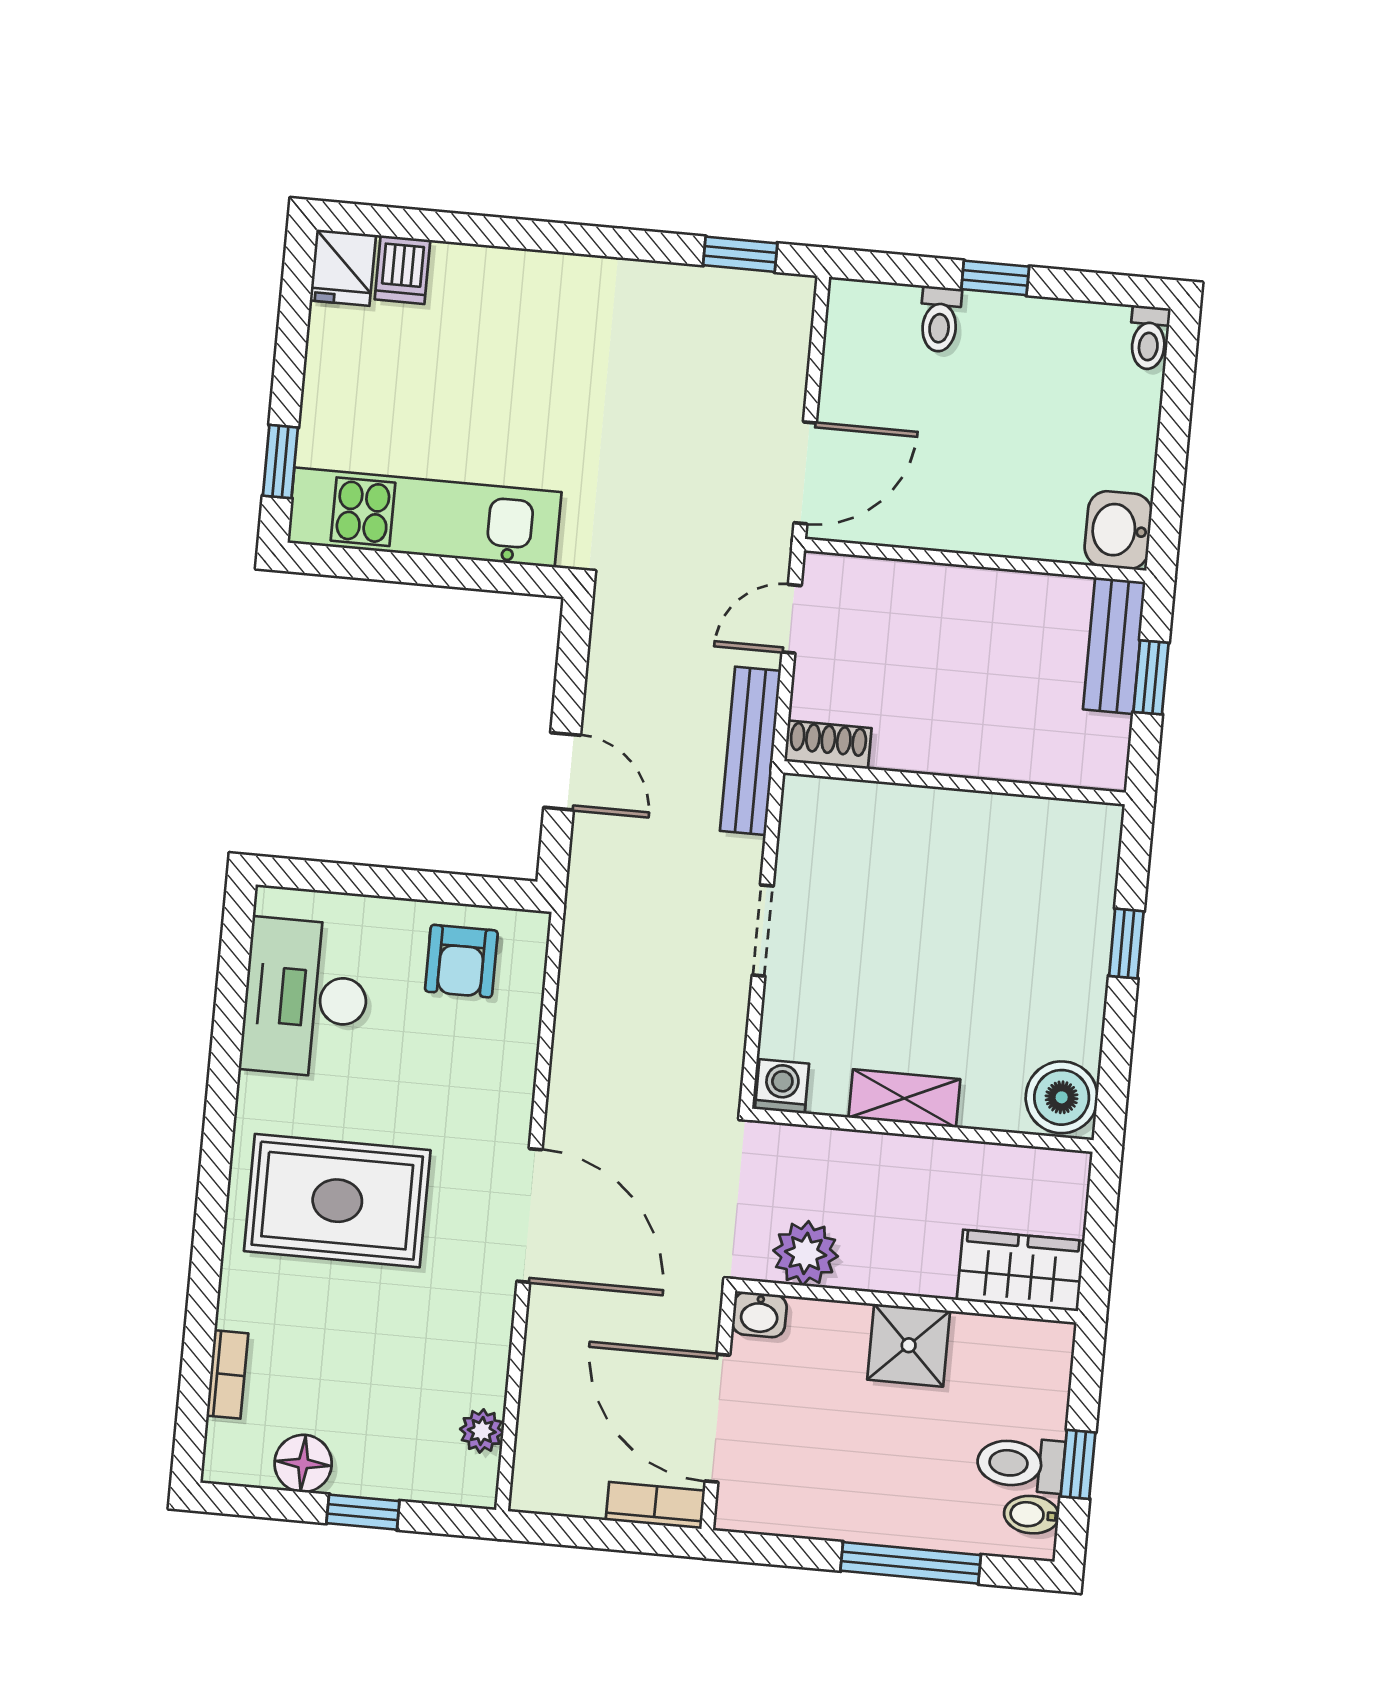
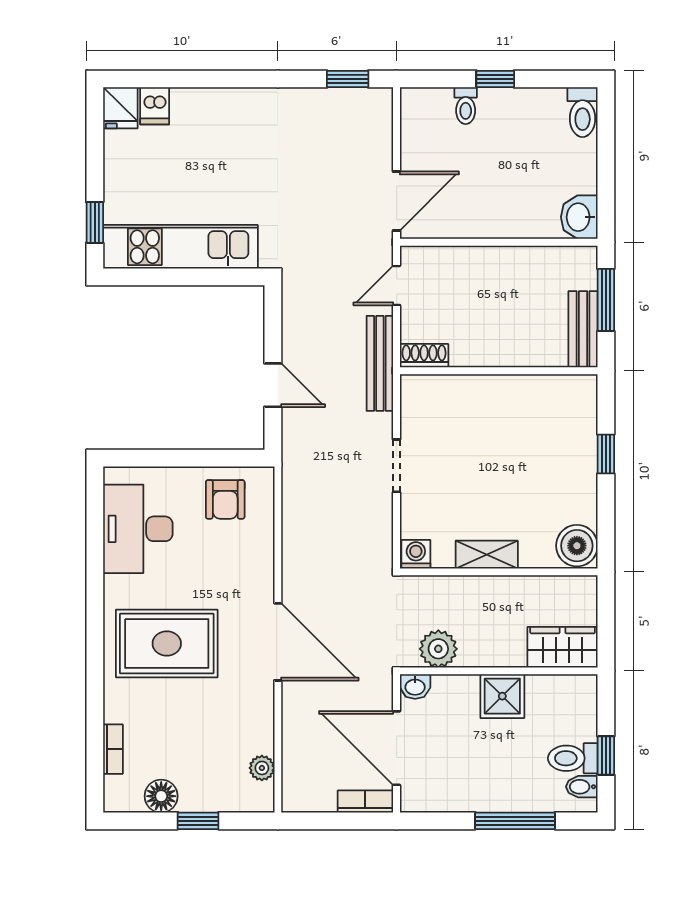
toilet: (1149, 338) -> (583, 112), width x1.37, depth x1.39
bench: (1114, 646) -> (583, 329), moved
window: (1151, 677) -> (606, 300), width x1.50

